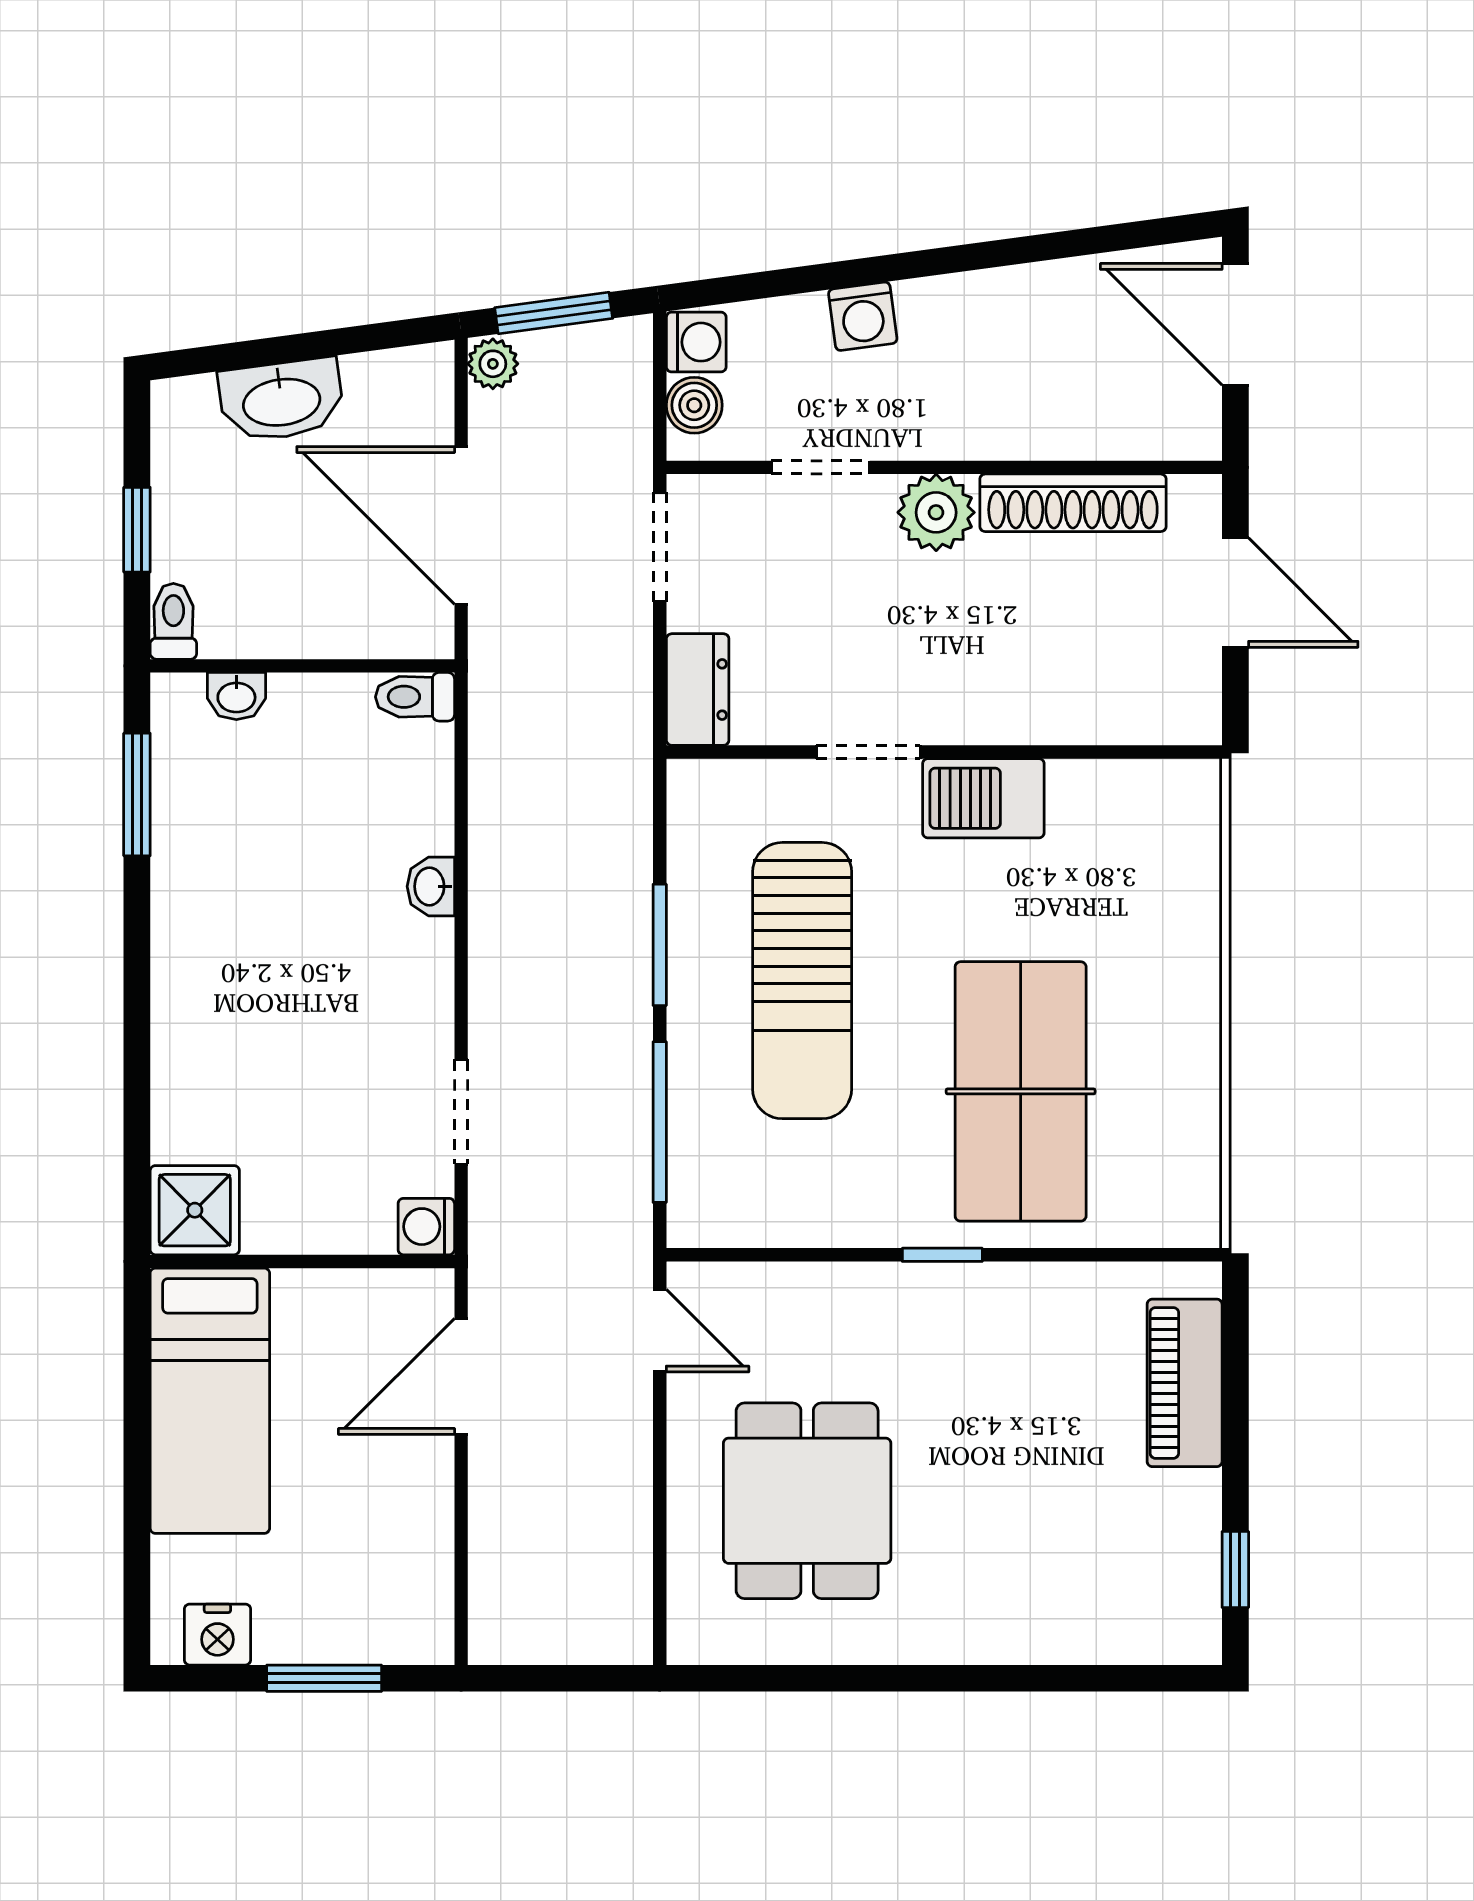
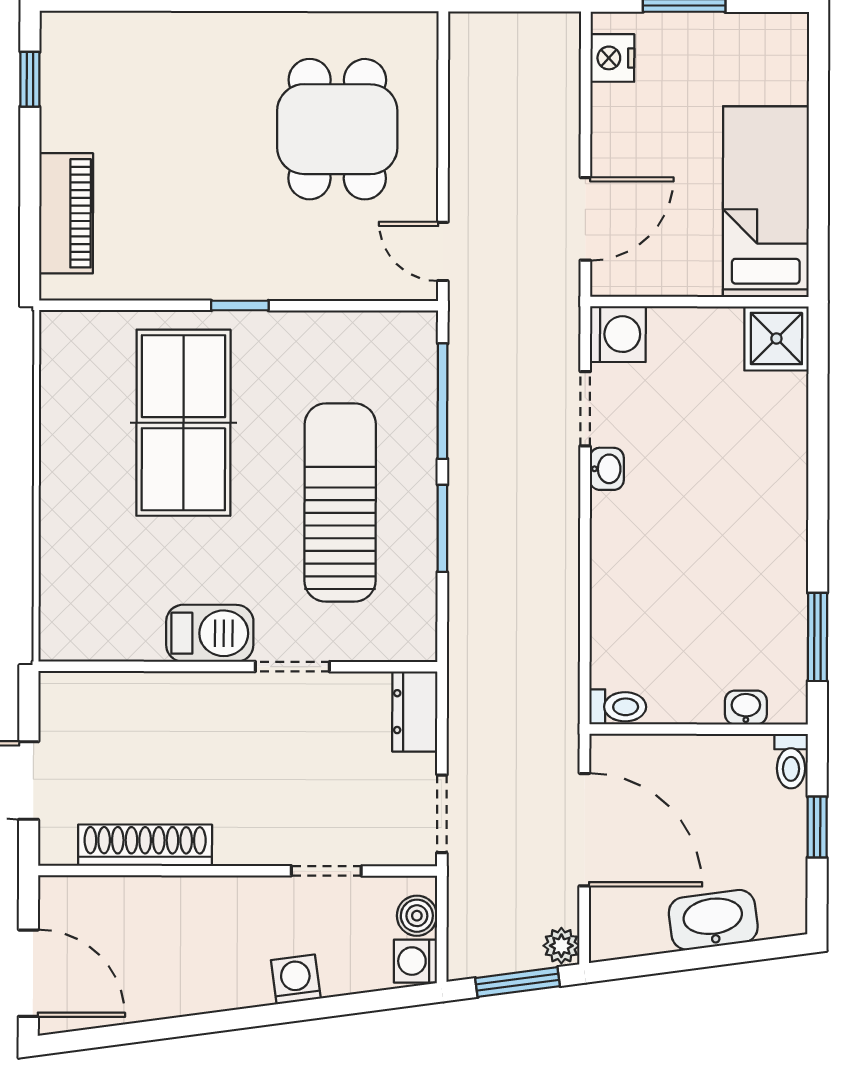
plant: (936, 512) -> (243, 838), removed
washbasin: (431, 886) -> (607, 469), moved
washing machine: (426, 1227) -> (618, 334), width x1.38, depth x1.38
nightstand: (217, 1635) -> (612, 58), moved, turned -90

